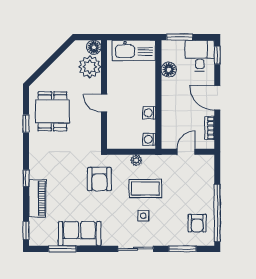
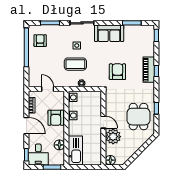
kitchen sink: (134, 50) -> (75, 150), moved, turned 90
plant: (90, 67) -> (113, 137), moved
armchair: (174, 109) -> (56, 118), added
door: (186, 152) -> (48, 89), swing flipped
armchair: (99, 179) -> (117, 72), moved
piano: (37, 198) -> (149, 70), moved
sofa: (80, 234) -> (109, 33), moved

